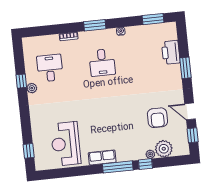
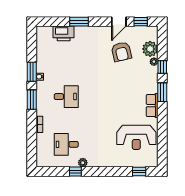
window: (153, 19) -> (32, 72), moved
armchair: (157, 118) -> (121, 52), turned 77
window: (118, 167) -> (162, 92), width x0.69

